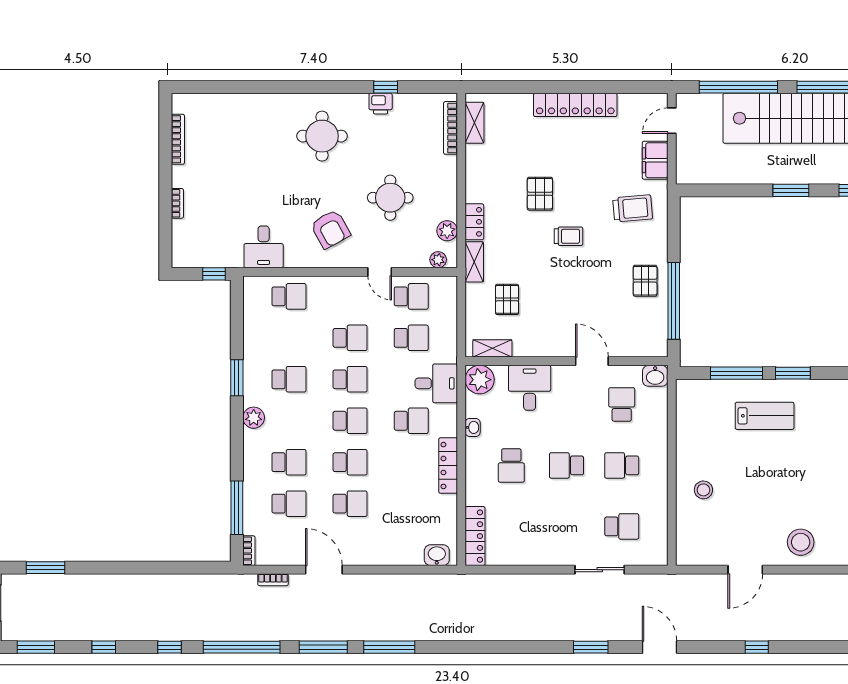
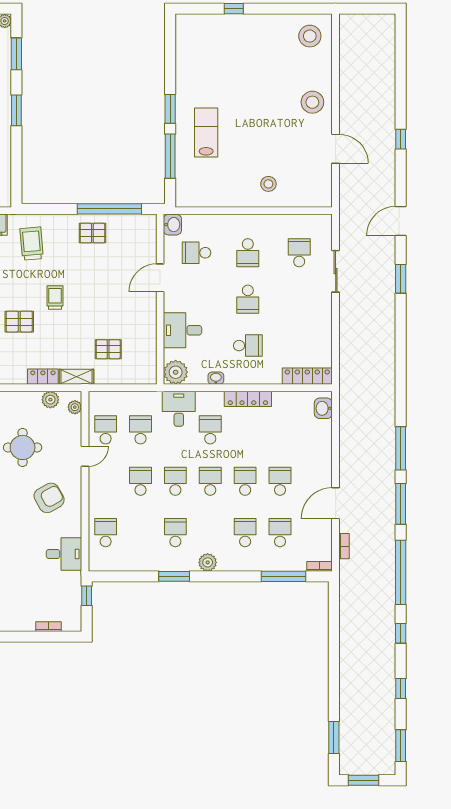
bookcase: (177, 203) -> (49, 627), moved
shelving: (492, 348) -> (149, 362), removed

